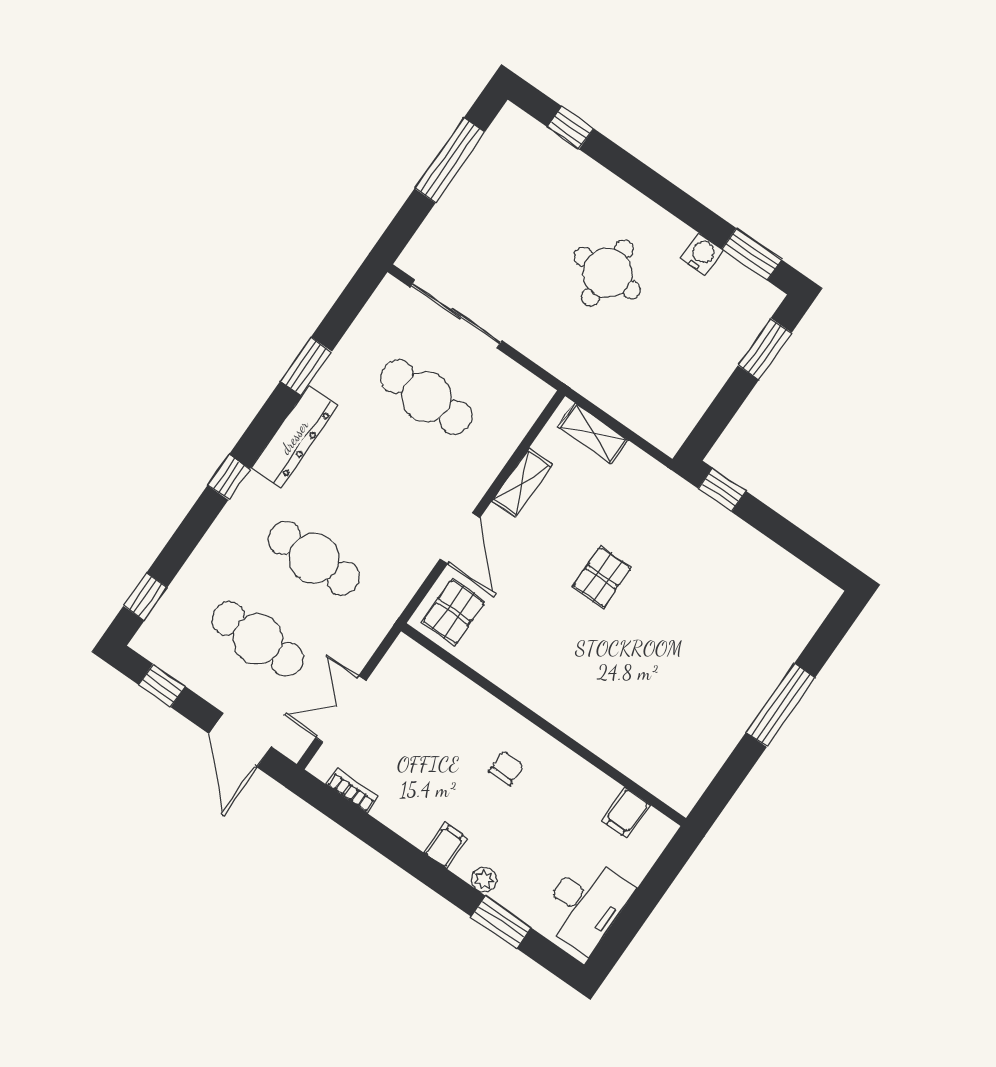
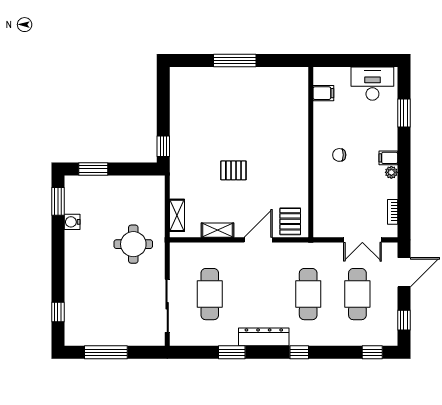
round table: (607, 273) -> (133, 244), moved
pallet: (454, 612) -> (290, 221), turned 90
plant: (484, 880) -> (391, 172), moved

